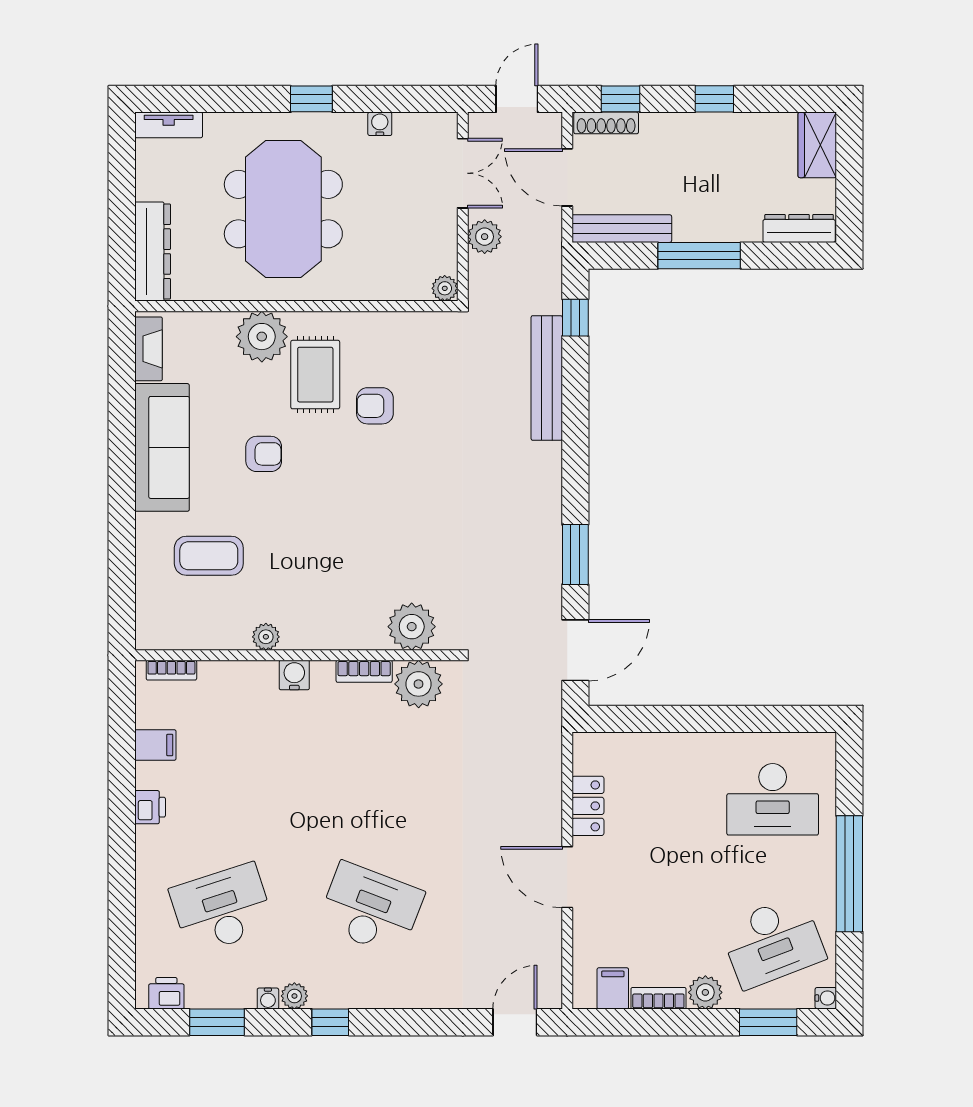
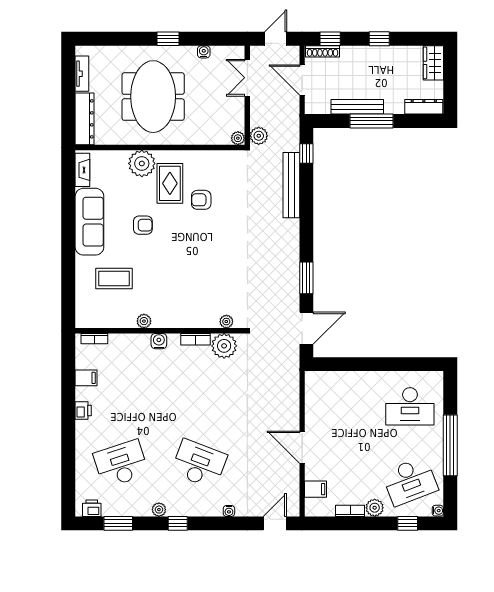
tv unit: (169, 125) -> (82, 74), moved, turned -90
double door: (463, 173) -> (247, 78), swing flipped
bench: (622, 229) -> (357, 107), moved
plant: (485, 237) -> (259, 136), moved
plant: (412, 627) -> (226, 322), width x0.53, depth x0.53
locker: (588, 806) -> (313, 410), removed
filing cabinet: (613, 988) -> (316, 489), moved, turned 90
water cooler: (268, 999) -> (229, 511), moved
window: (768, 1022) -> (408, 523), width x0.67

